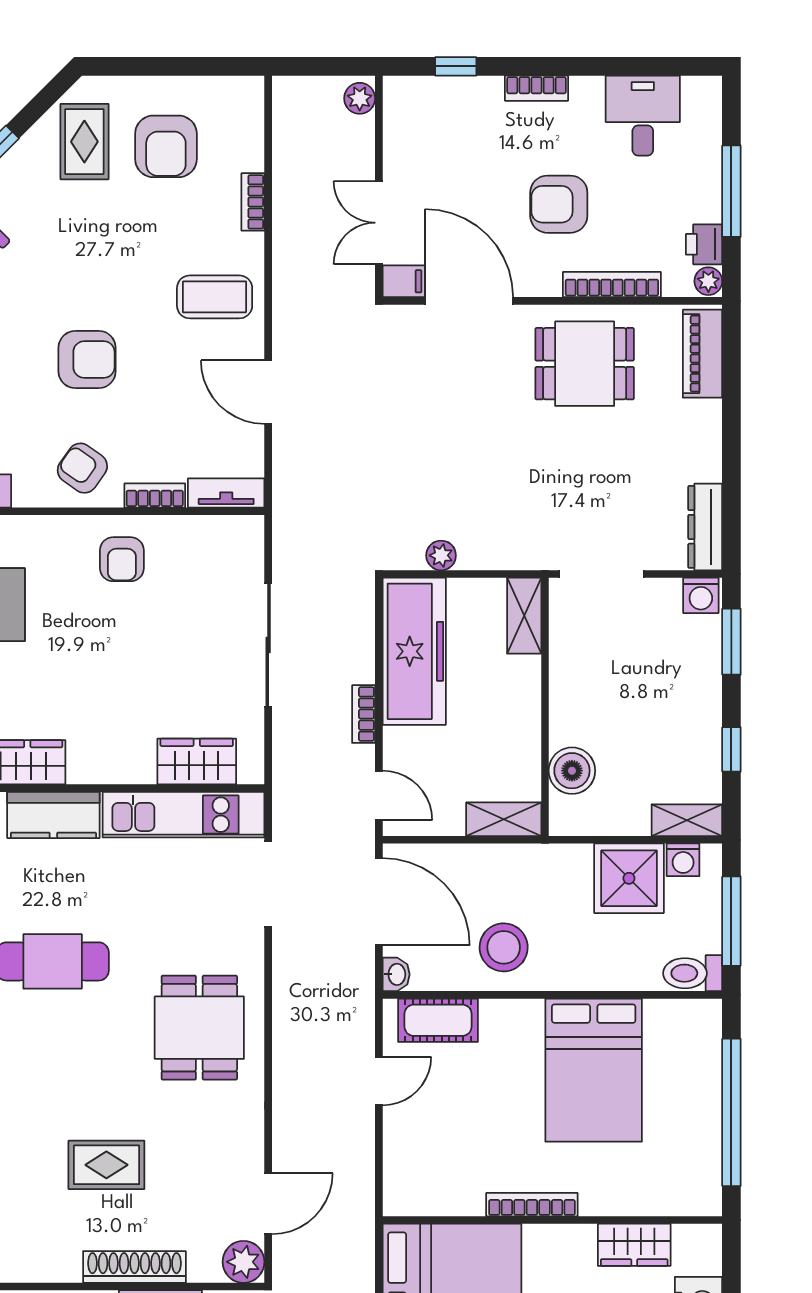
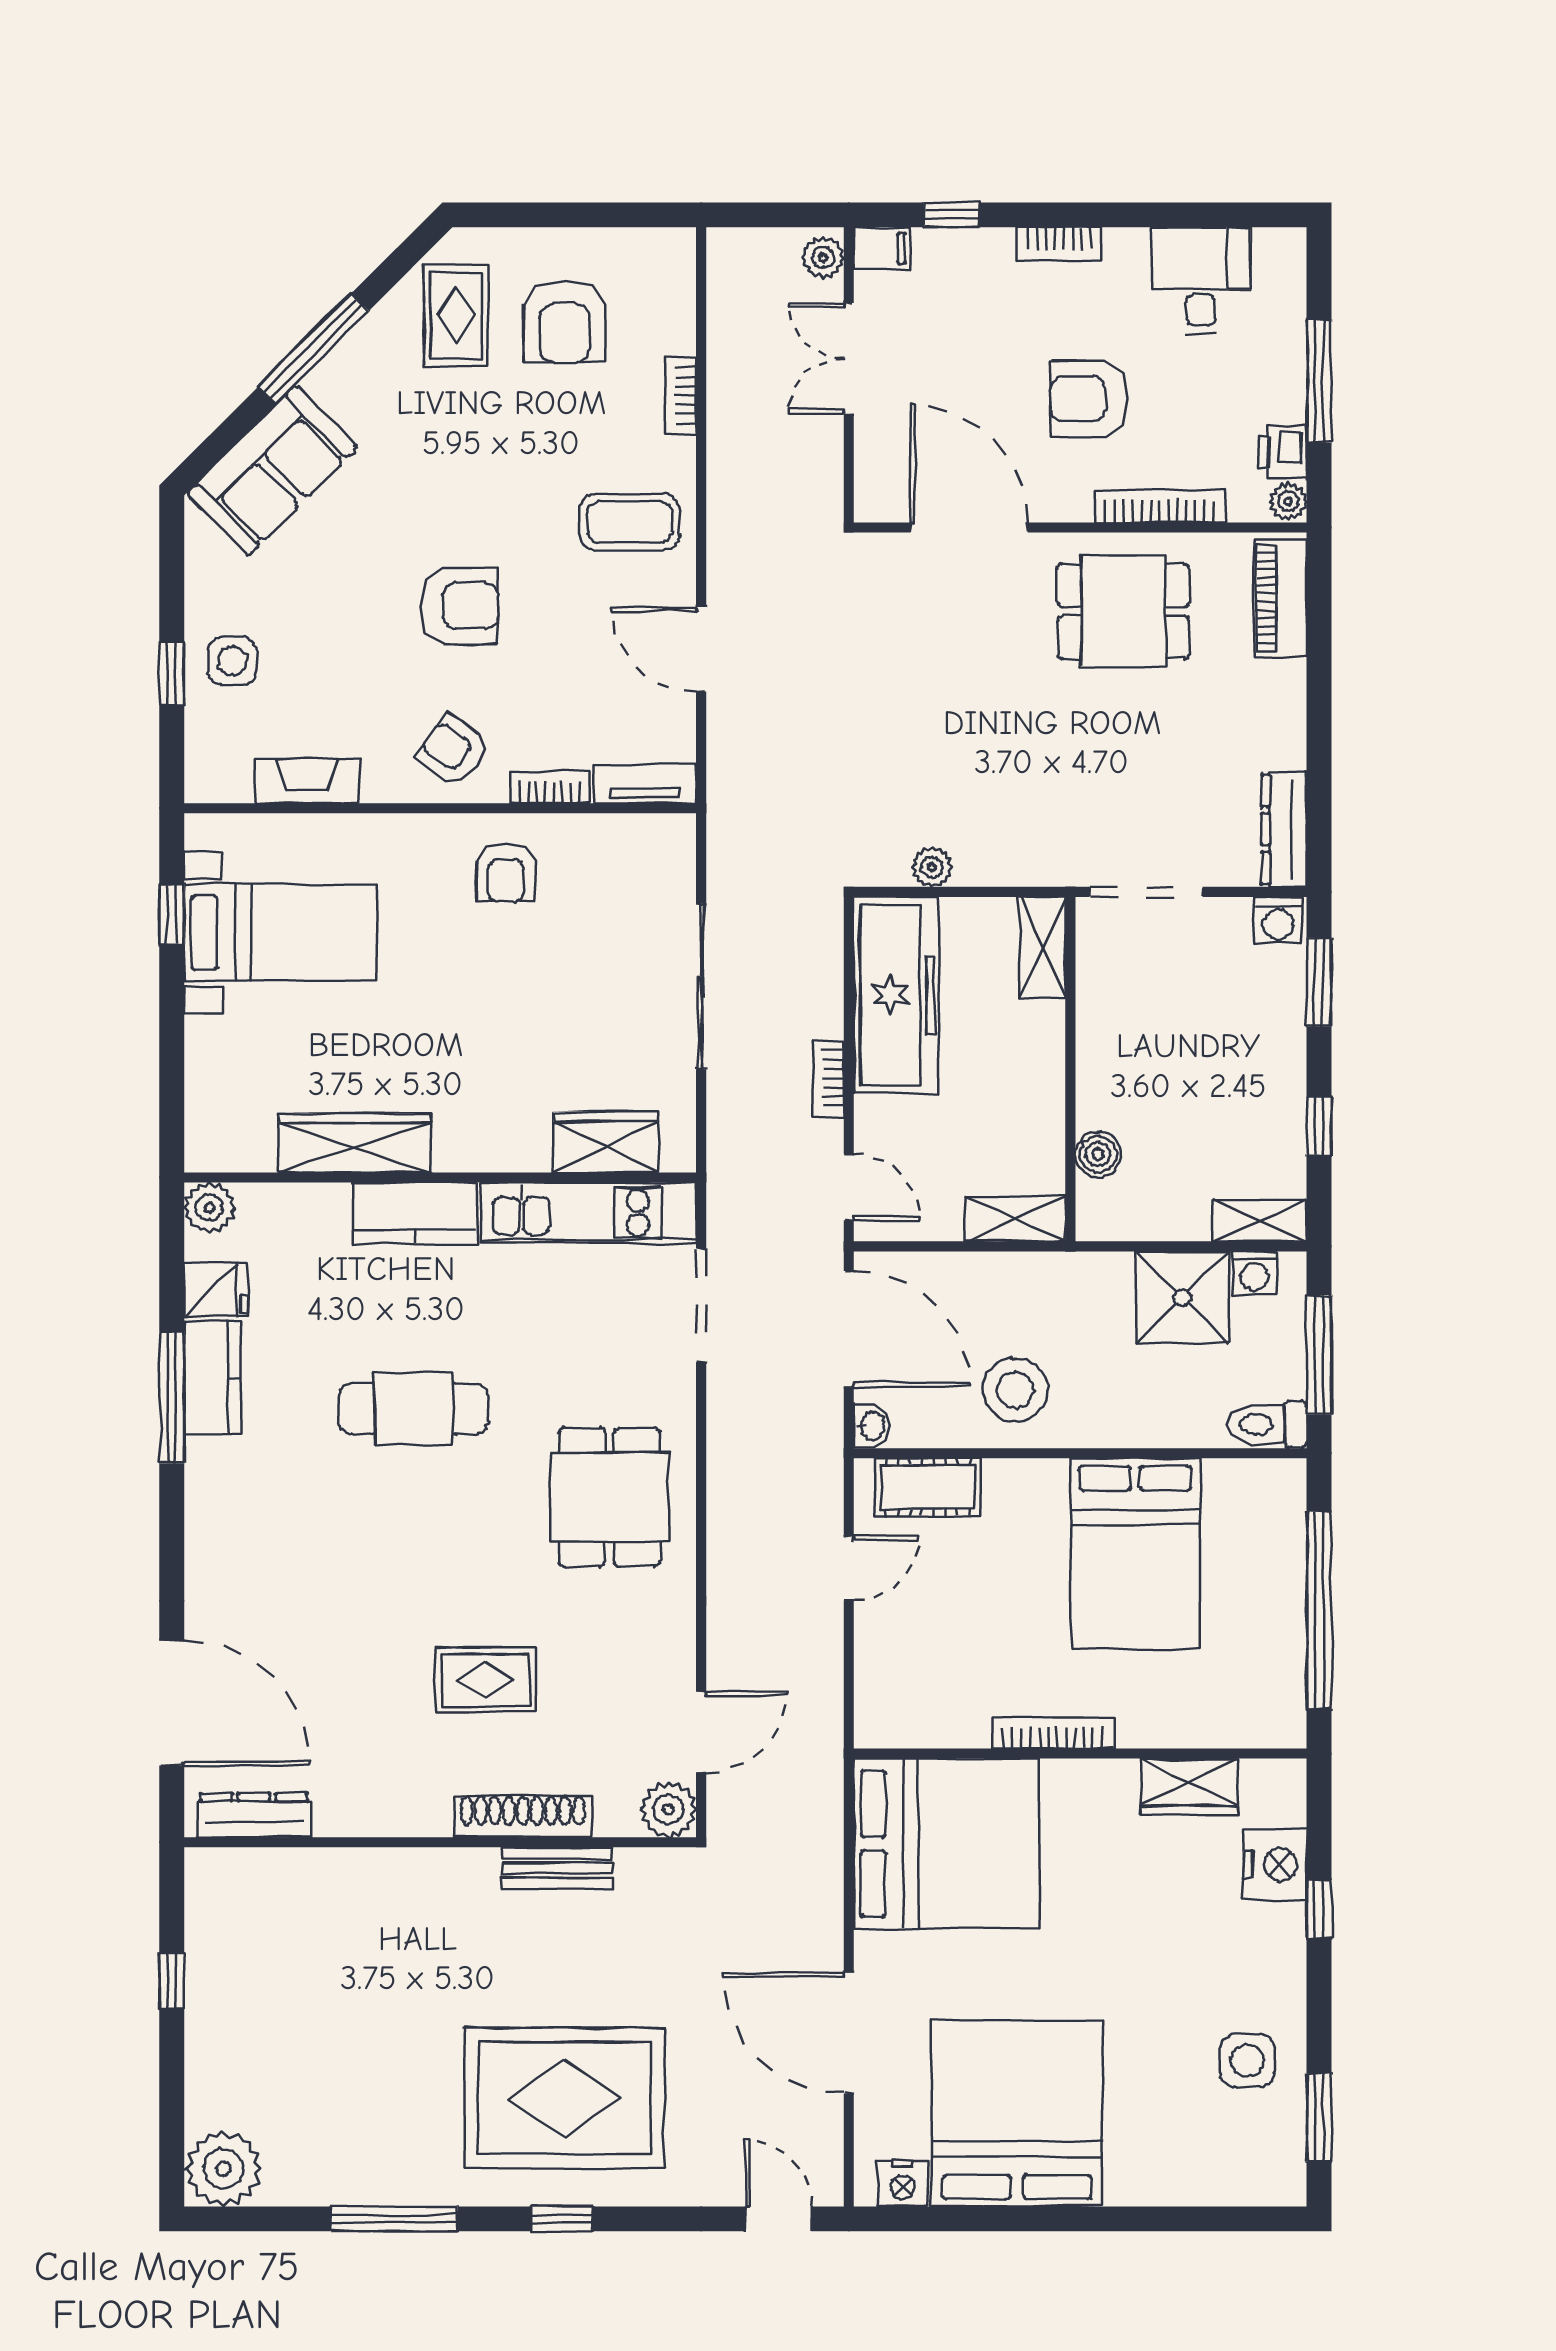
double door: (379, 223) -> (849, 358), moved
filing cabinet: (404, 281) -> (882, 248), moved
boiler: (572, 771) -> (1098, 1154), width x0.73, depth x0.73

